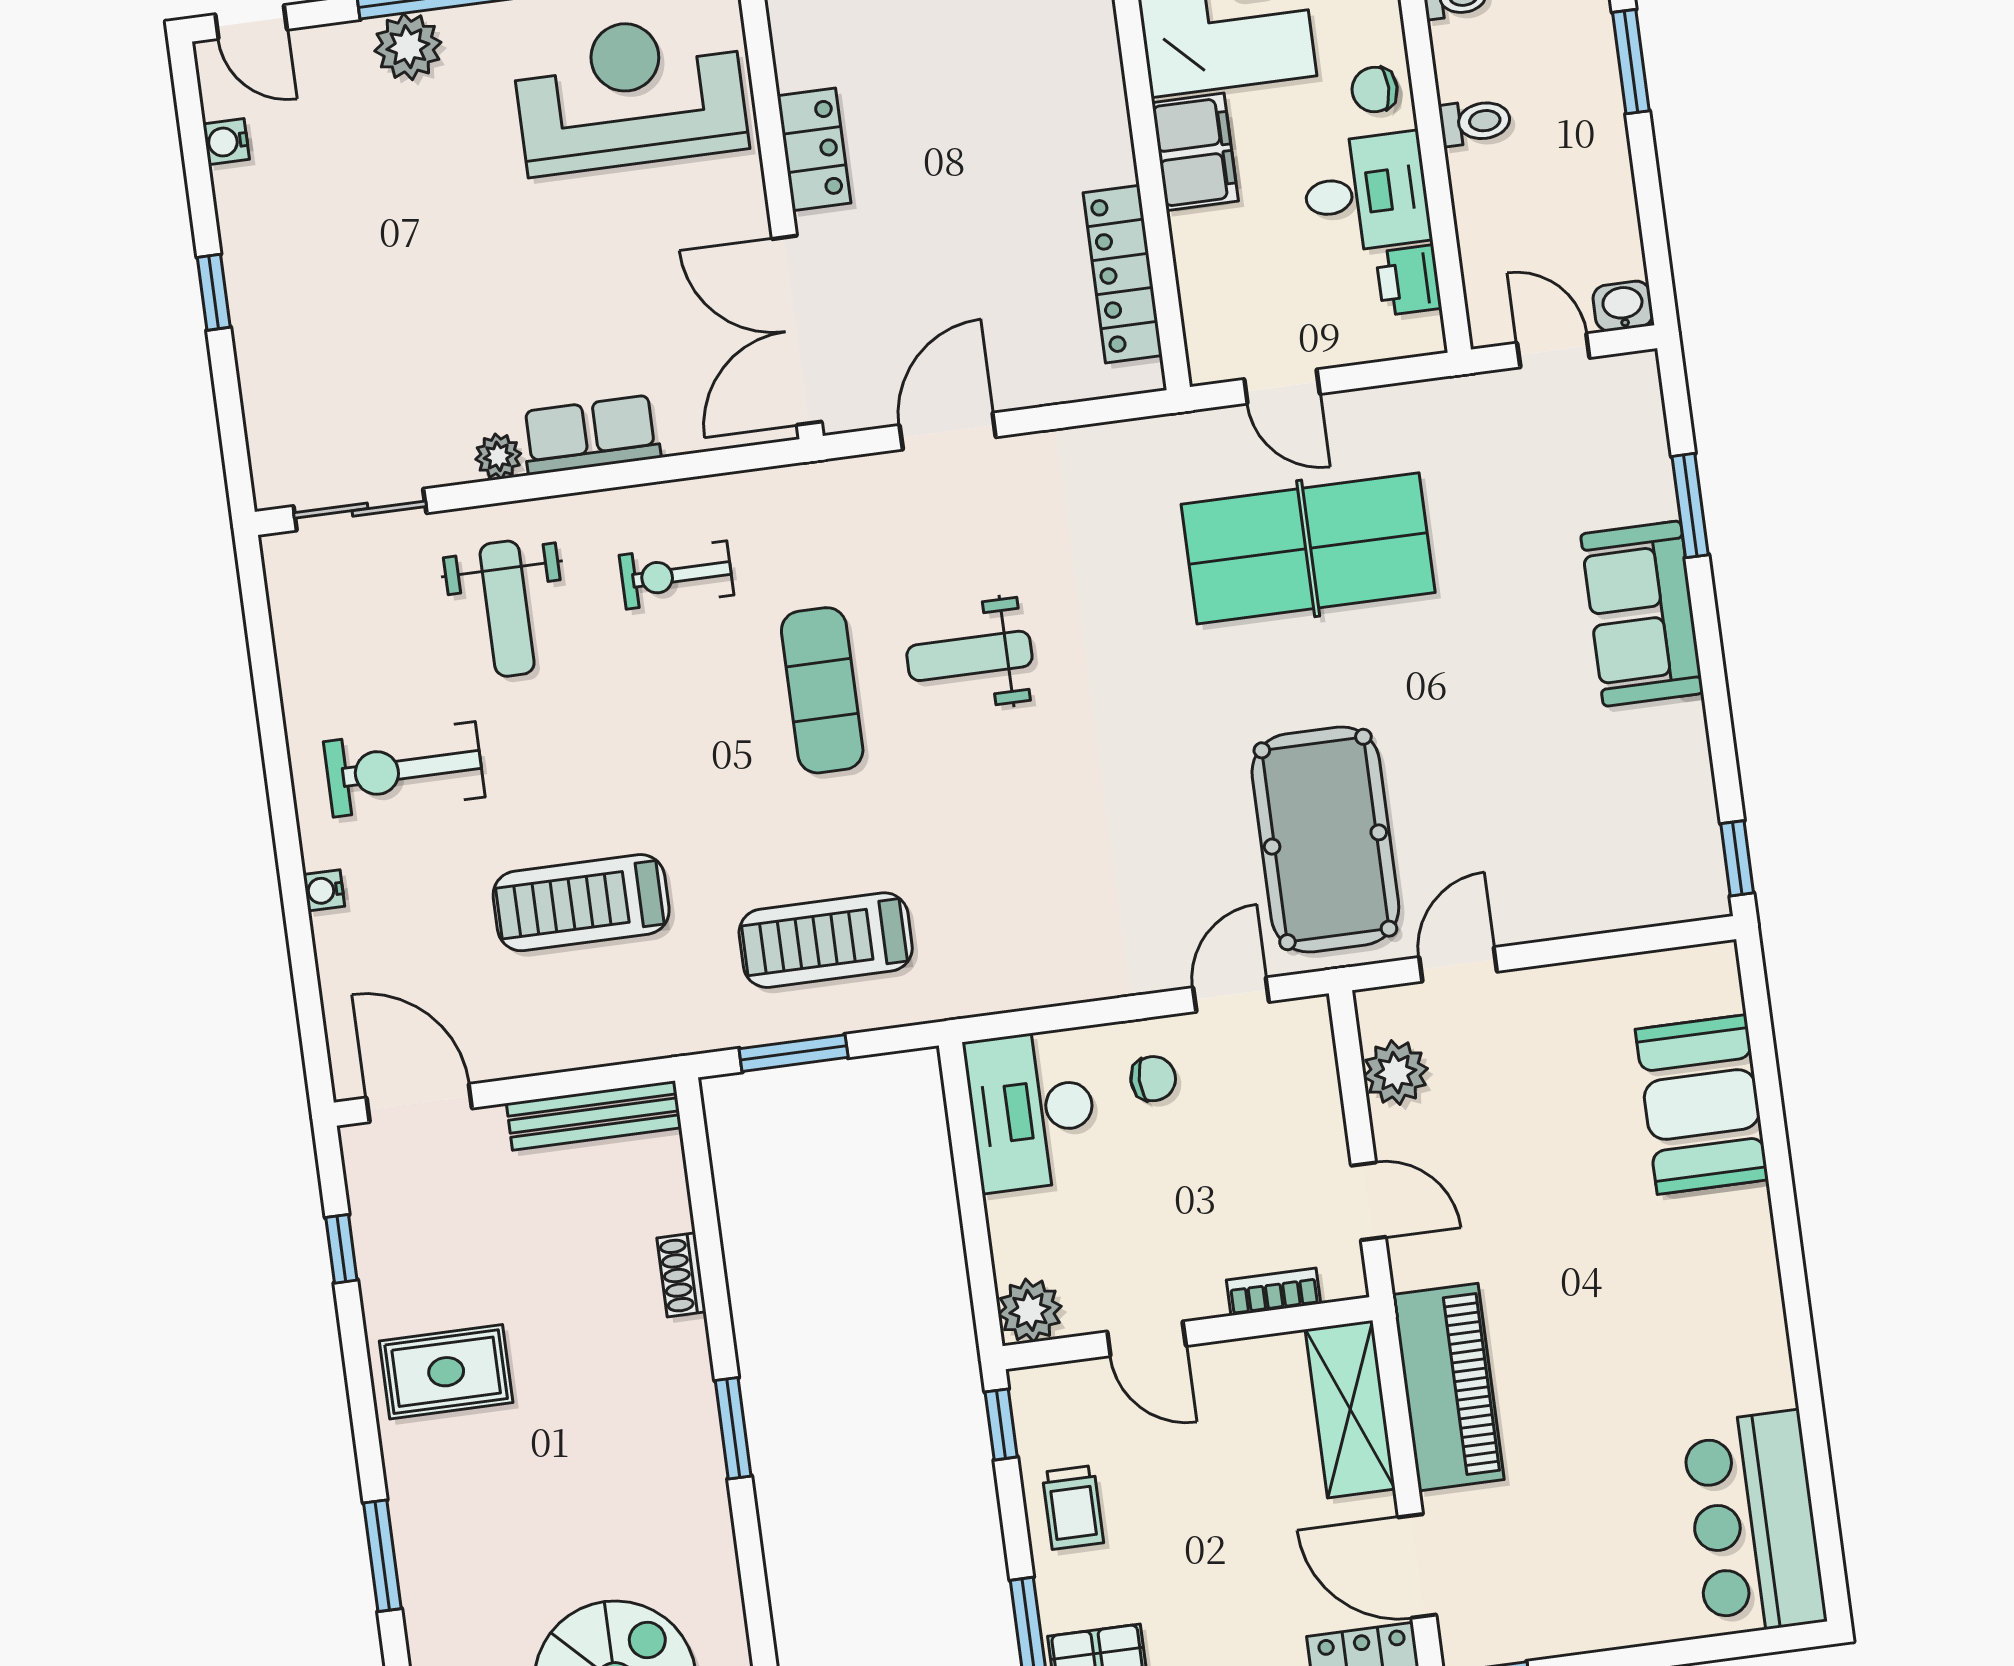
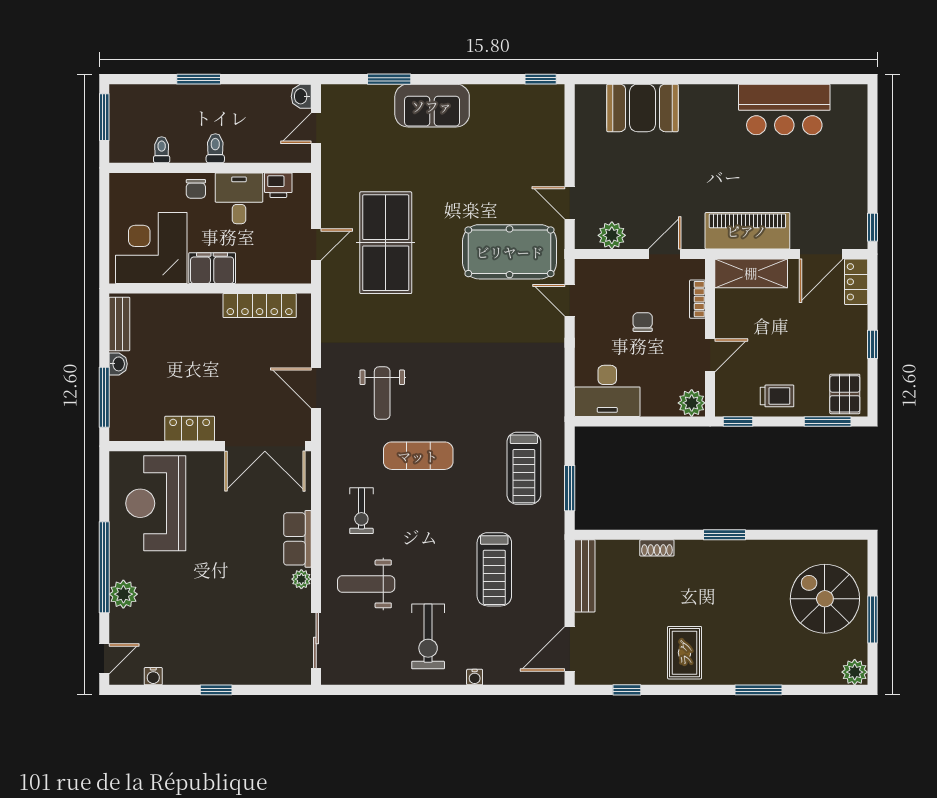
weight bench: (507, 609) -> (366, 584), turned 180
weight bench: (969, 656) -> (382, 393), moved
chair: (1153, 1079) -> (643, 322), moved
bar counter: (1754, 1523) -> (784, 109), moved

